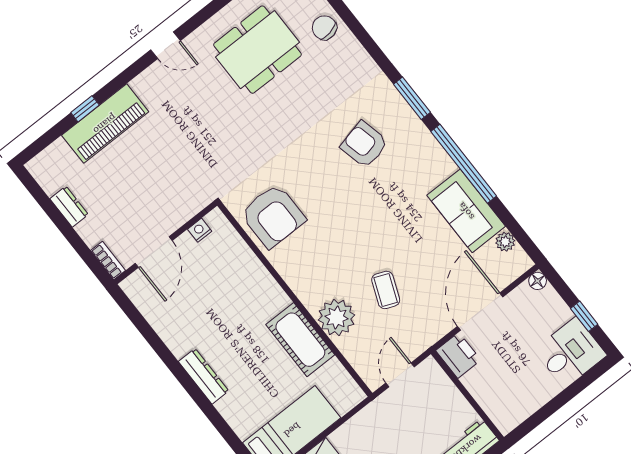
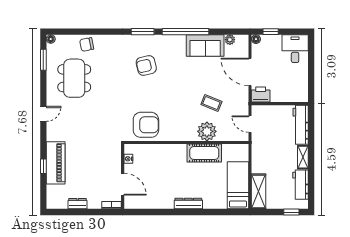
window: (584, 316) -> (271, 32), moved

